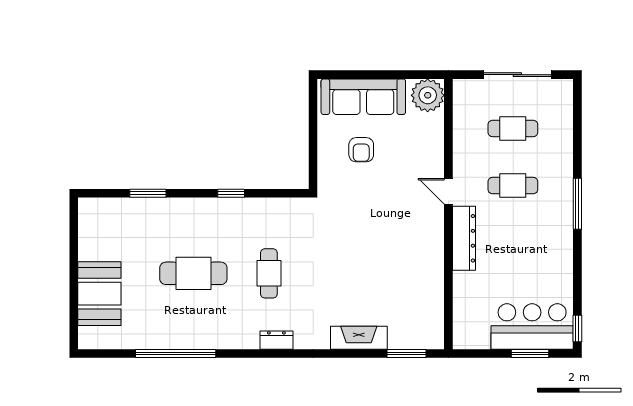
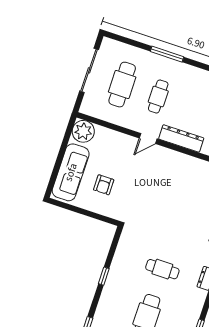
cafe table: (513, 128) -> (122, 85), width x1.37, depth x1.35
armchair: (361, 150) -> (104, 185), turned 90
window: (577, 204) -> (167, 54), moved

